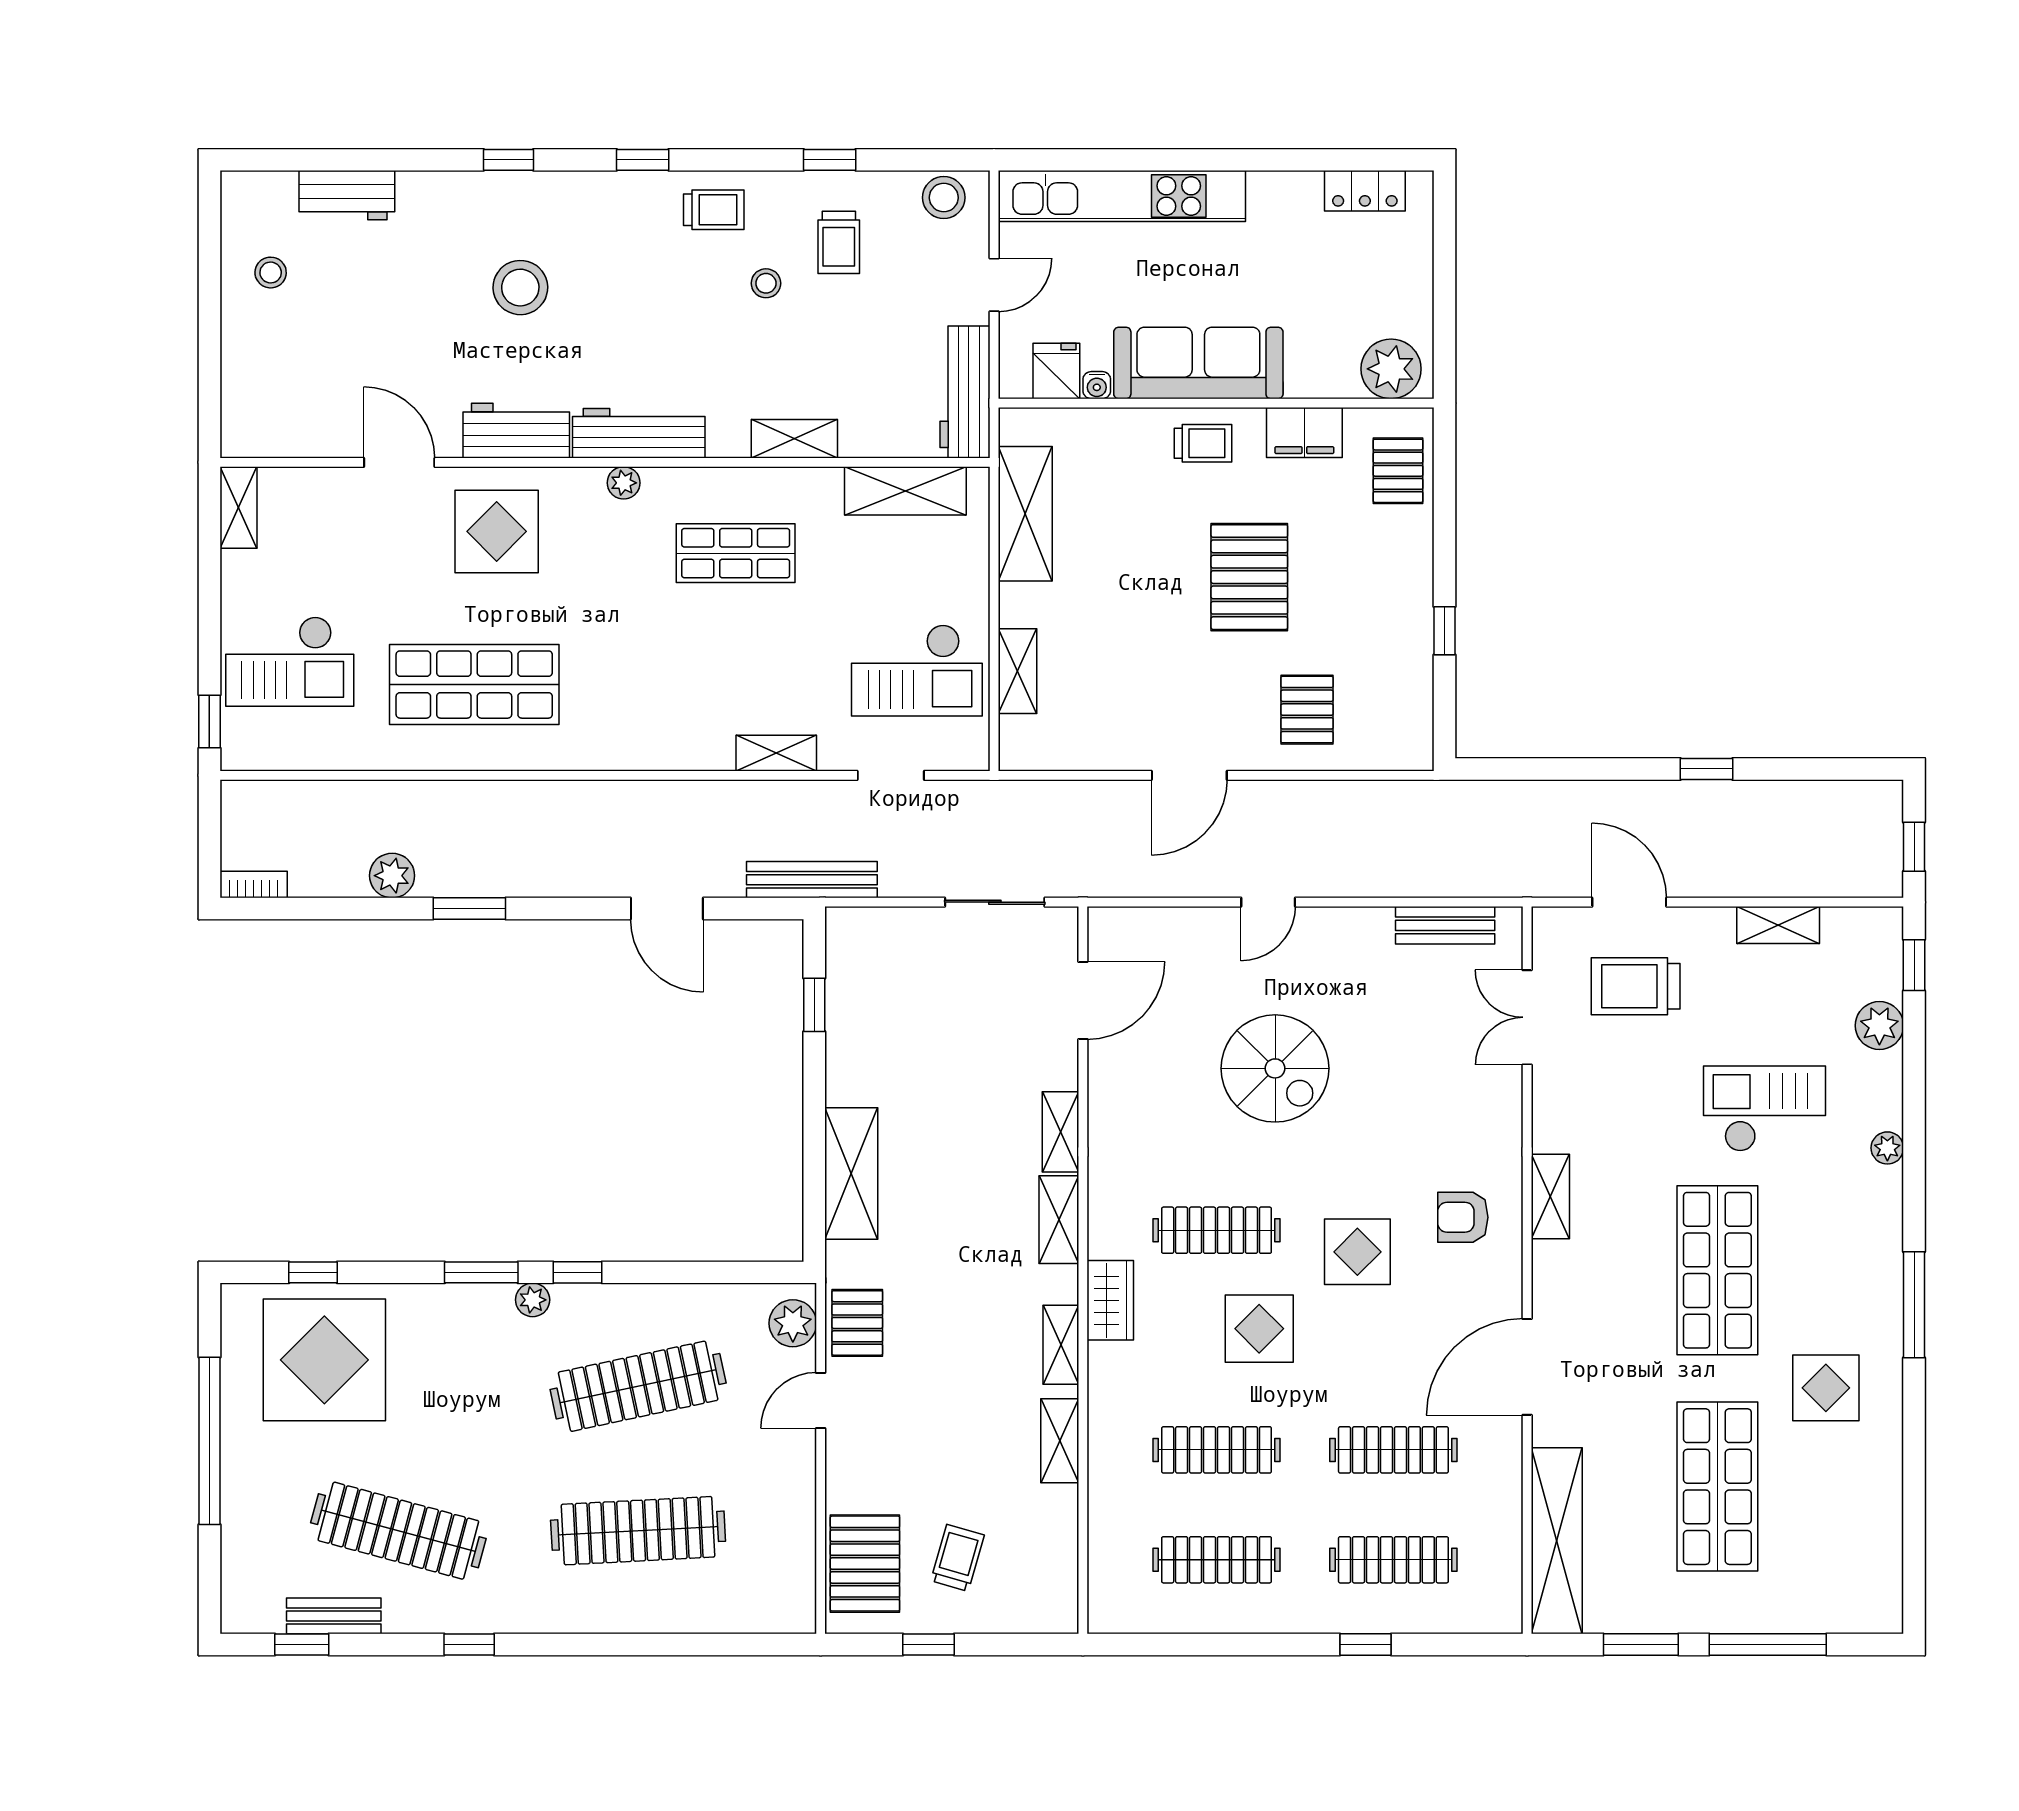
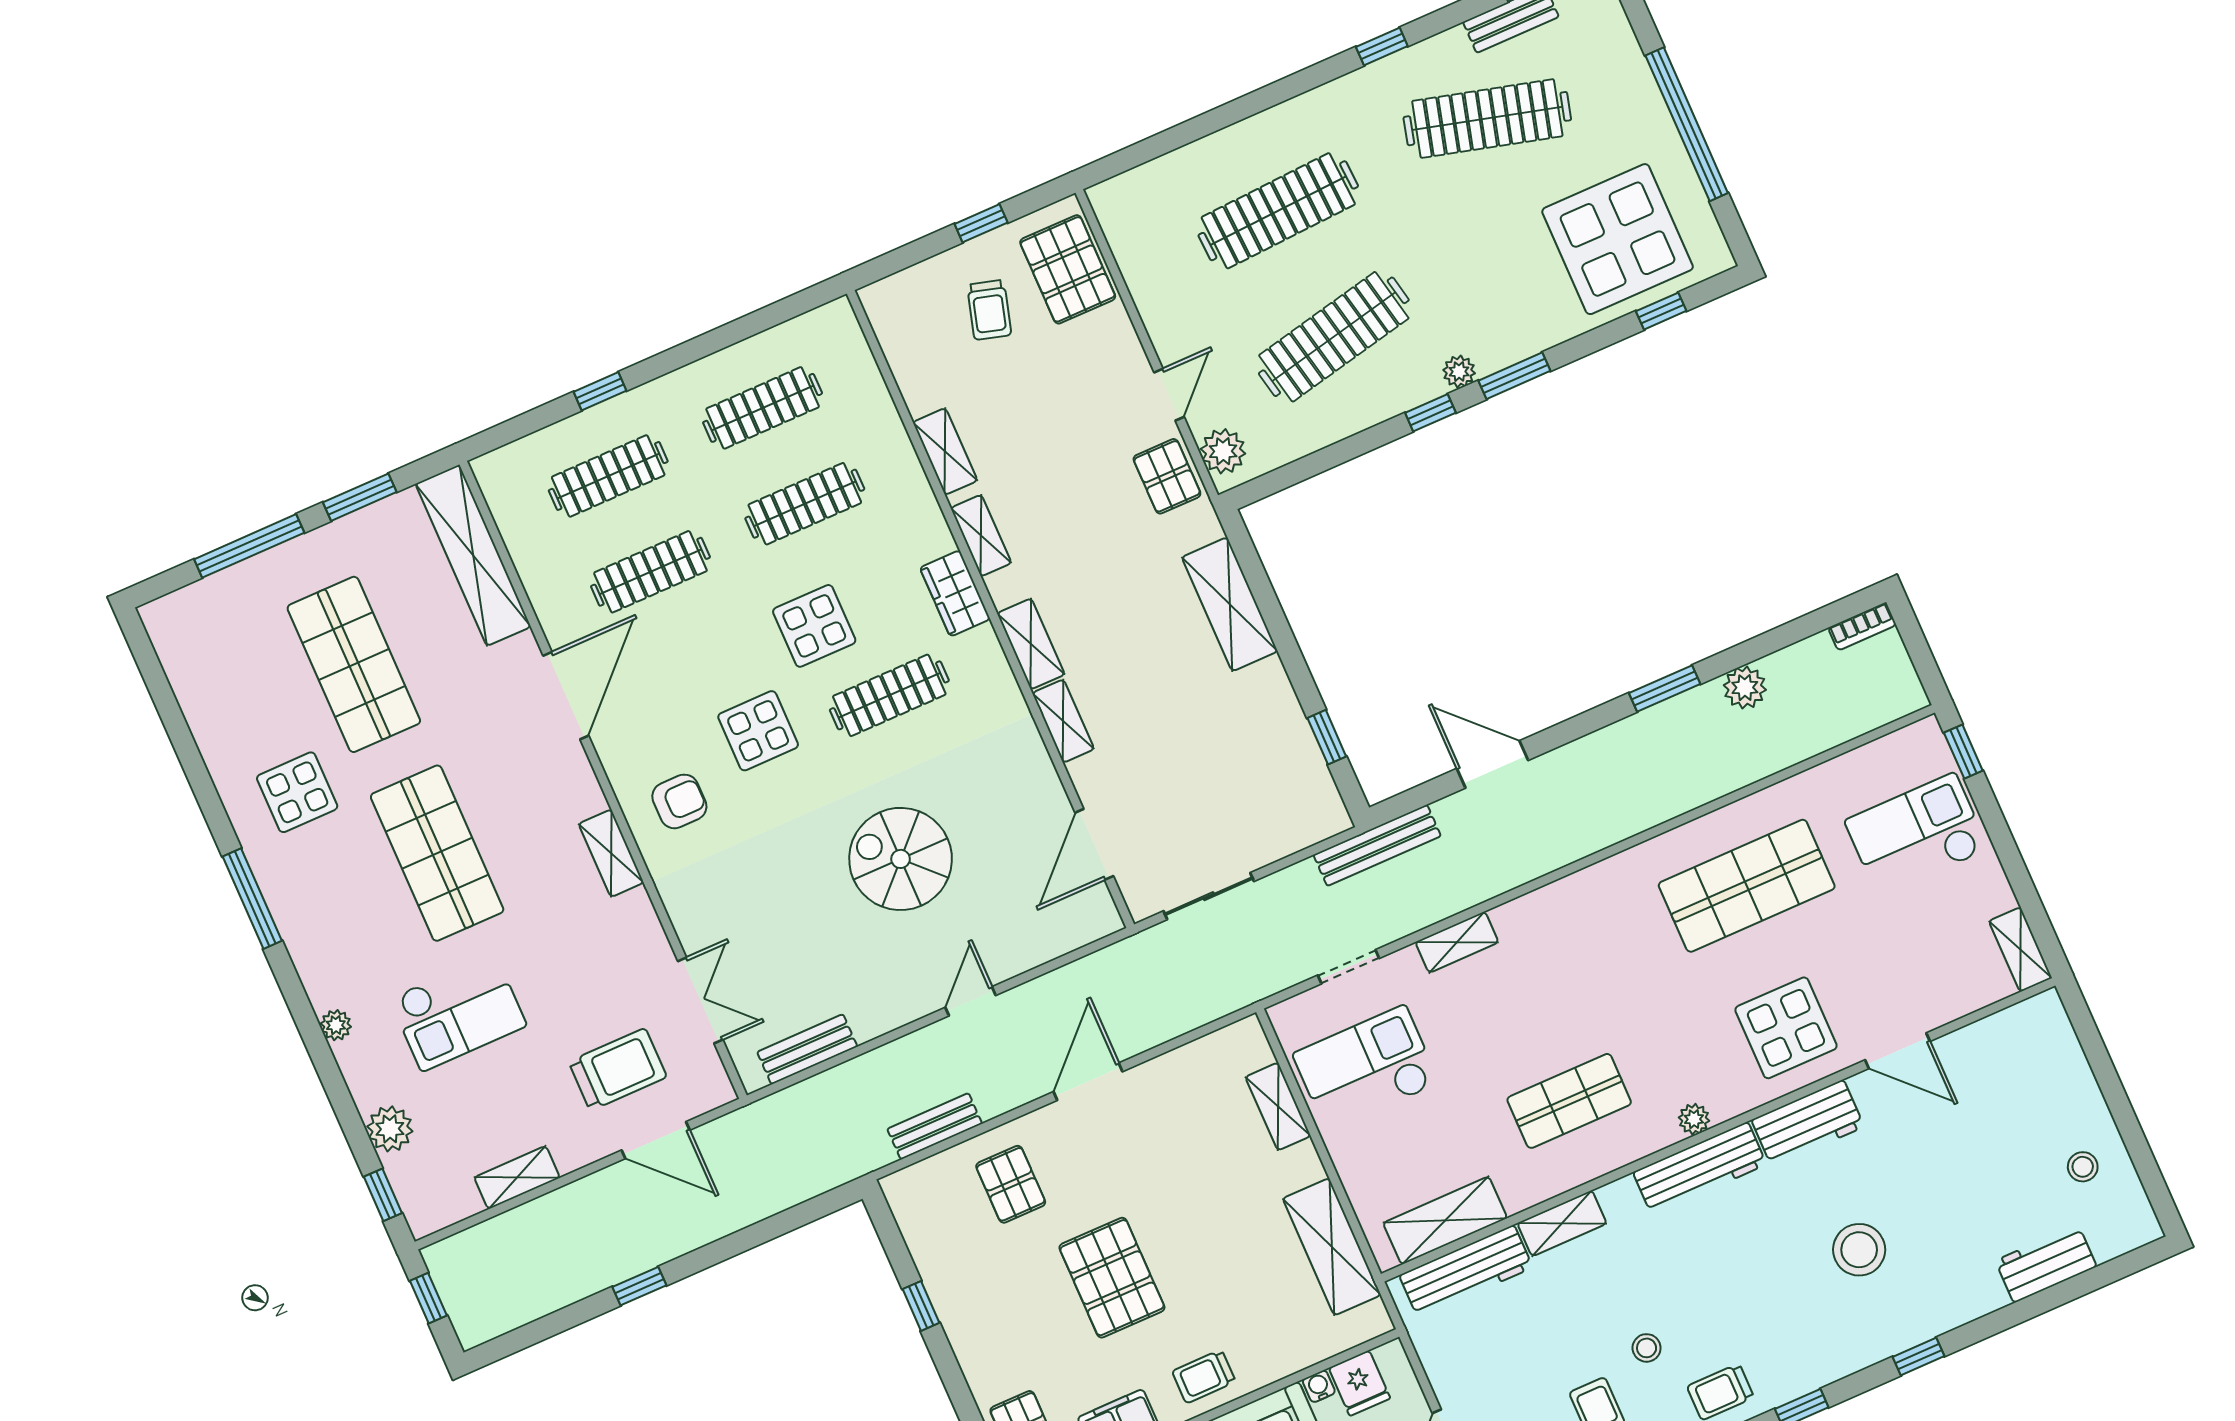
workbench: (965, 392) -> (1466, 1271), moved, turned 90
bench: (1355, 797) -> (935, 1126), added

